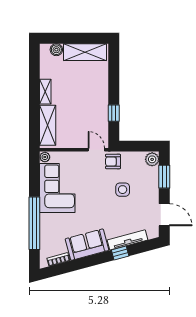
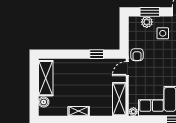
shelving: (48, 125) -> (119, 99), moved, turned 90
plant: (152, 159) -> (147, 22), moved
side table: (123, 190) -> (163, 33), moved

